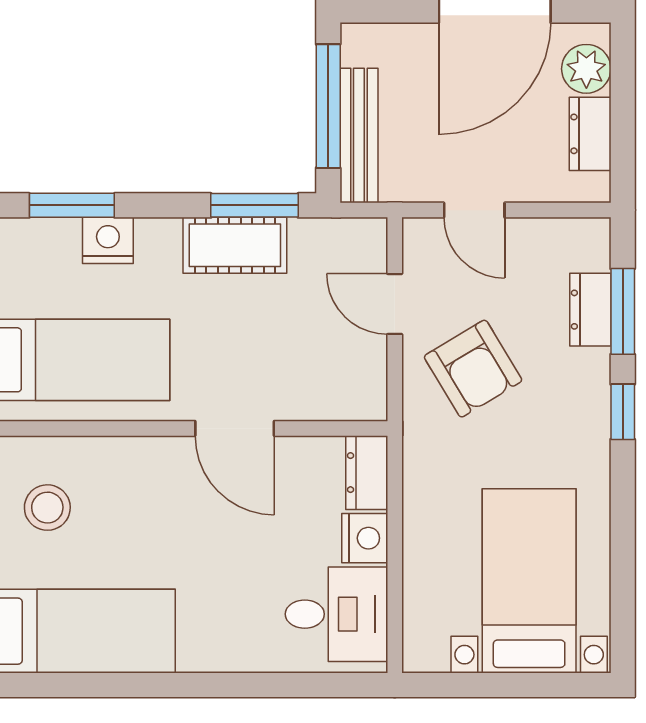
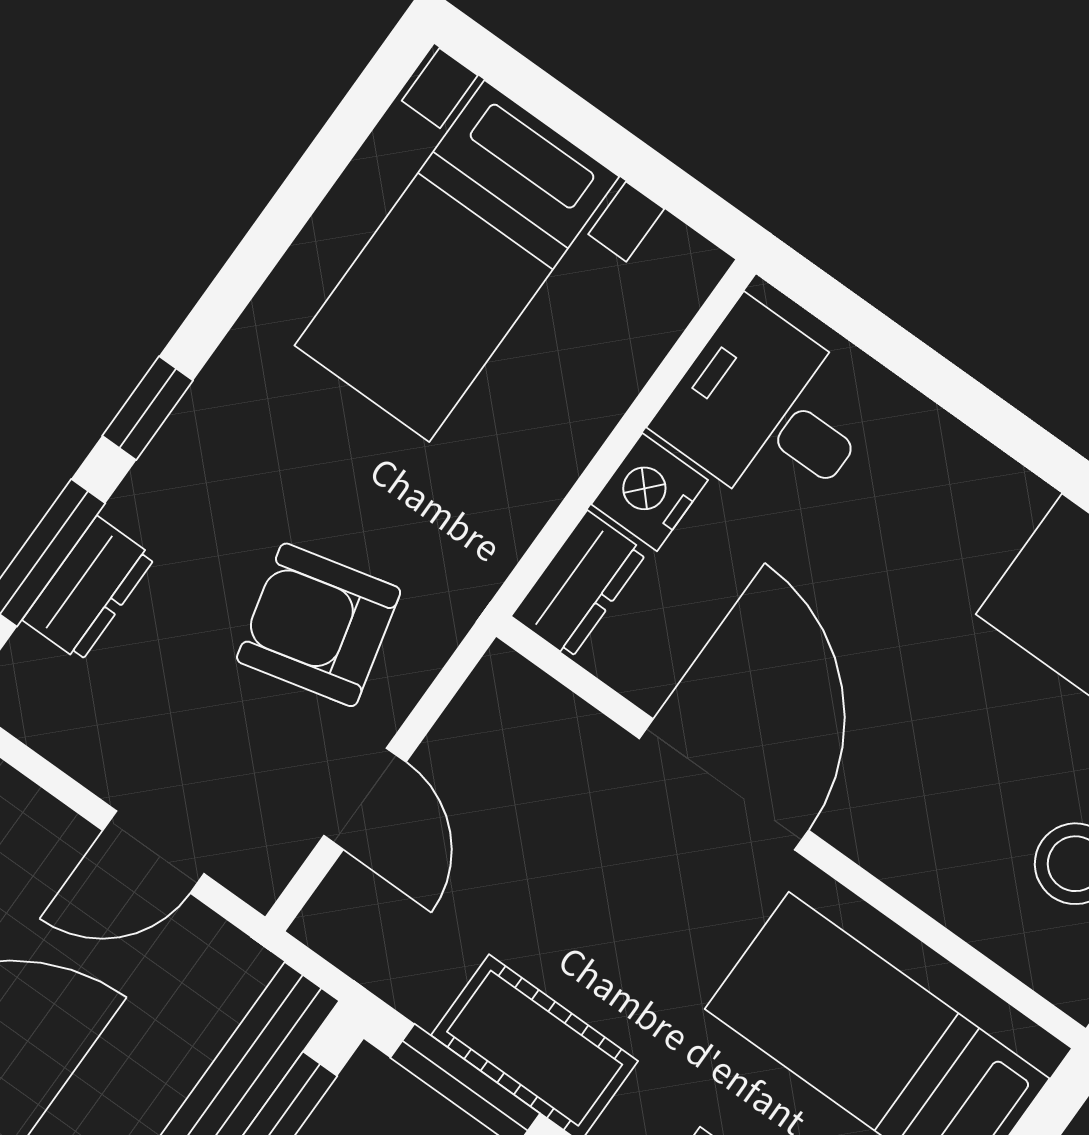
door: (474, 210) -> (153, 852), swing flipped
armchair: (473, 369) -> (319, 625), turned -73
door: (235, 428) -> (724, 784), width x1.36

